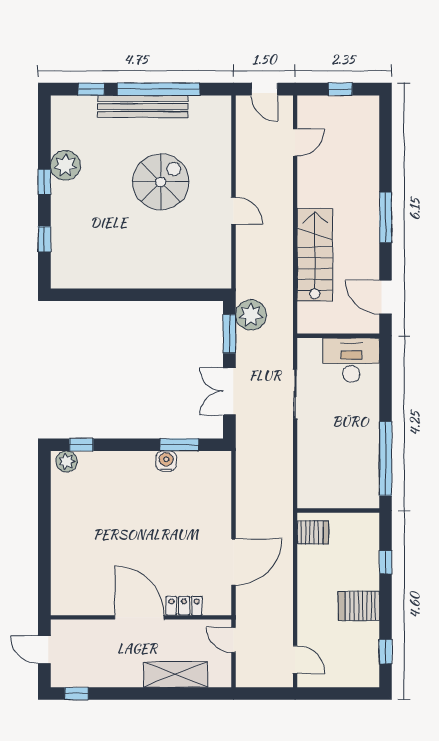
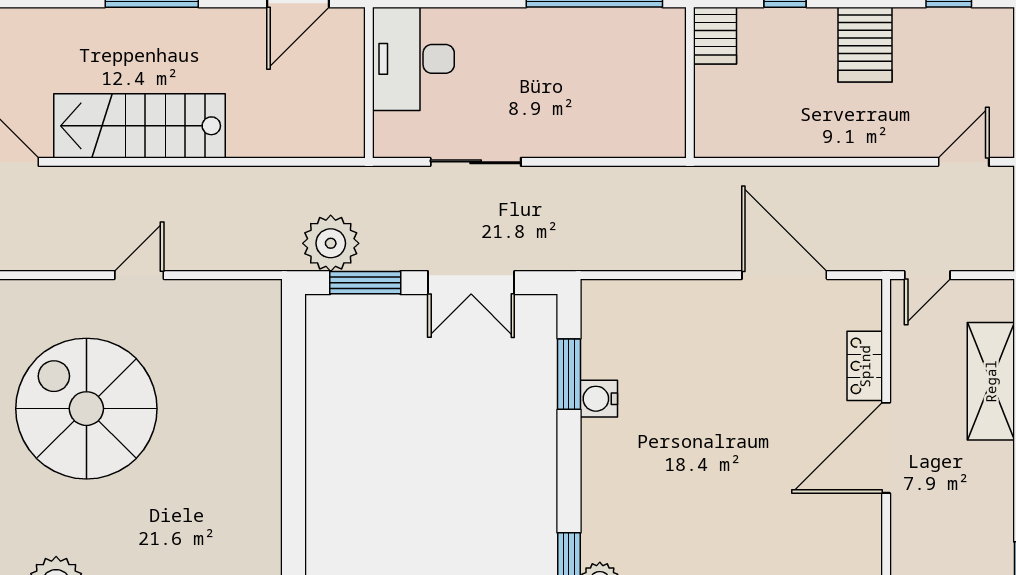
spiral stairs: (161, 182) -> (86, 409), width x1.37, depth x1.37
stairs: (315, 255) -> (139, 126), moved
server rack: (313, 532) -> (715, 36), moved, turned 180

